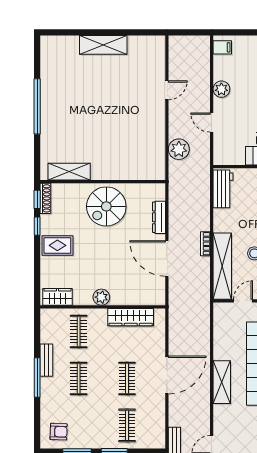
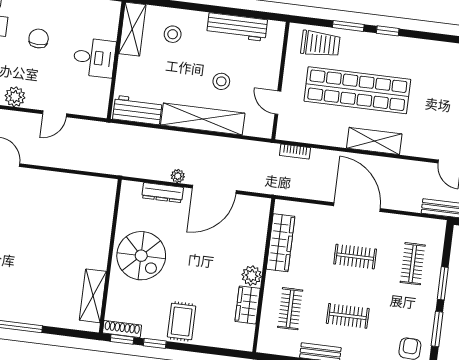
plant: (179, 149) -> (178, 176), moved, width x0.53, depth x0.53
bookcase: (205, 244) -> (295, 152), moved
shelving: (222, 266) -> (203, 119), moved
wardrobe: (57, 297) -> (248, 305), moved
clothes rail: (79, 331) -> (290, 309), turned 90
clothes rail: (127, 425) -> (413, 264), turned 90

